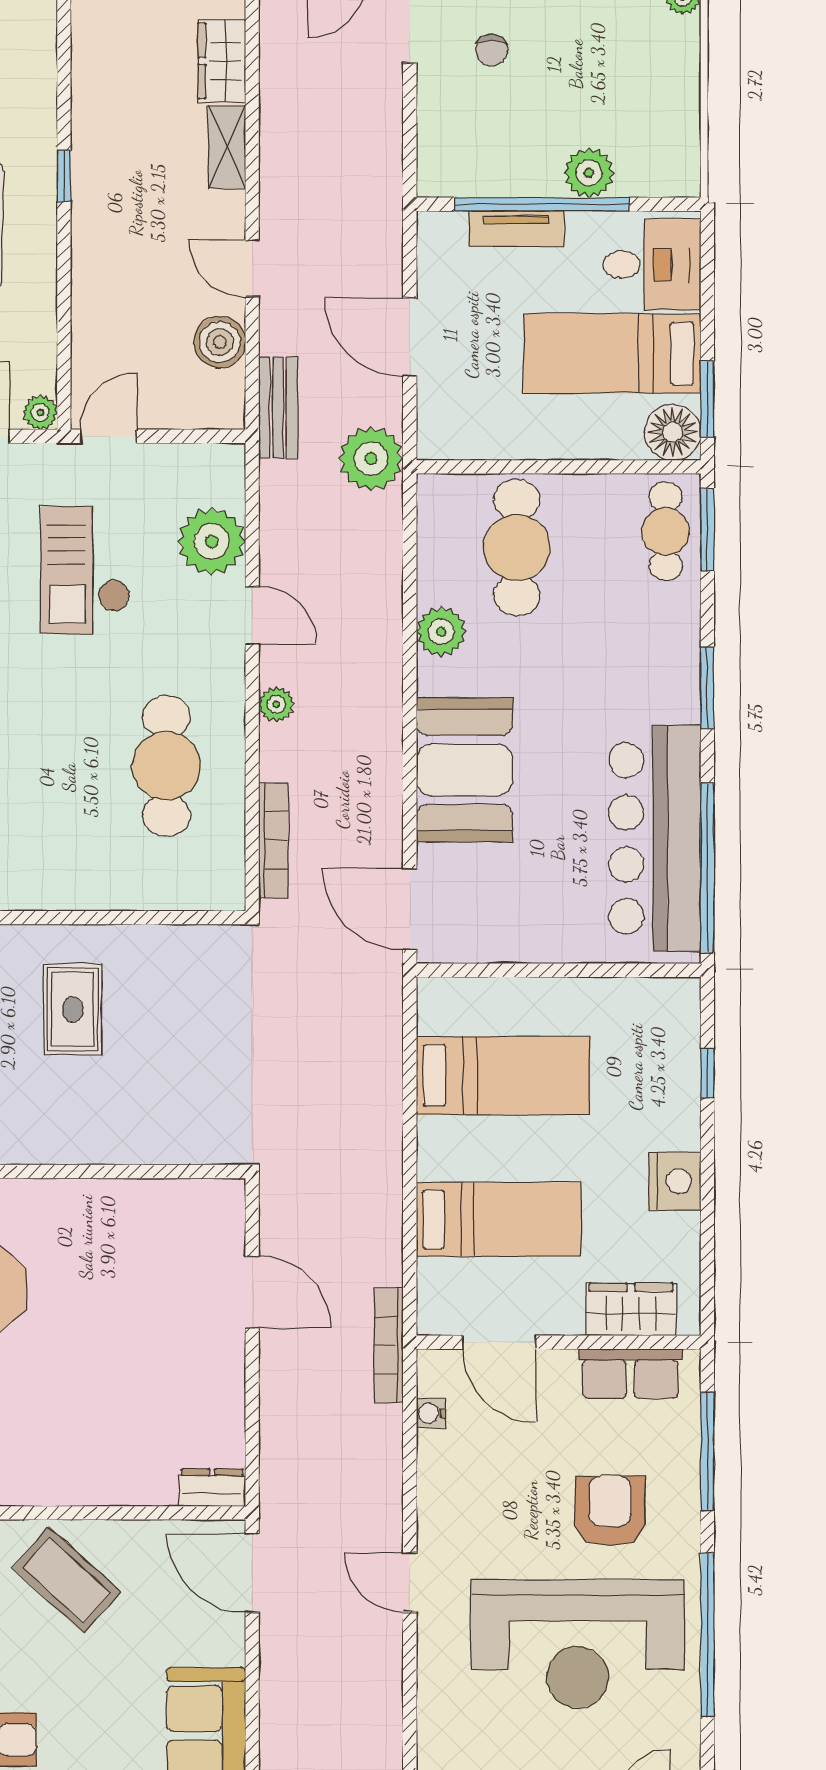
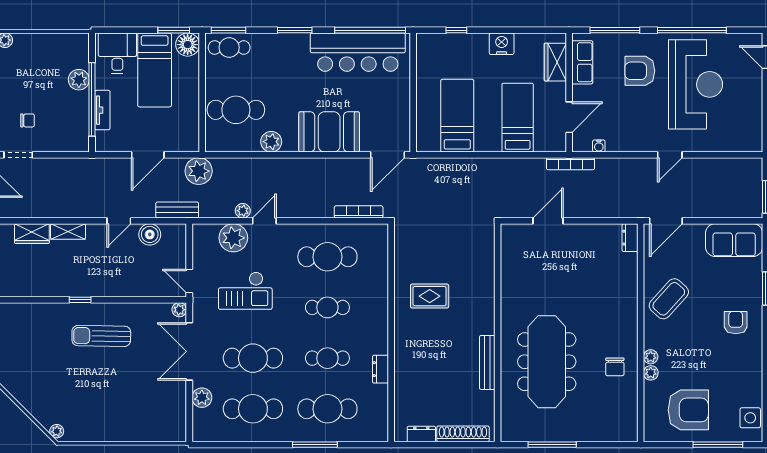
plant: (276, 704) -> (243, 211), moved
cafe table: (46, 766) -> (327, 307), added

